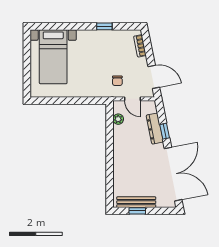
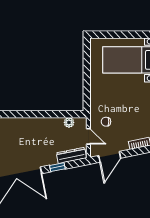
door: (133, 99) -> (88, 136), swing flipped
dresser: (155, 129) -> (71, 155), moved

